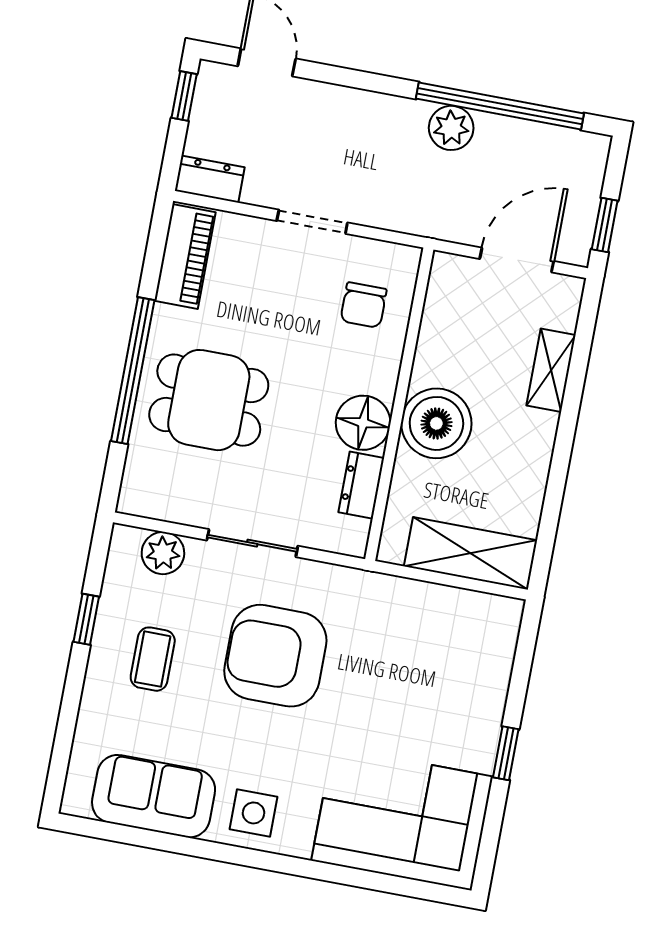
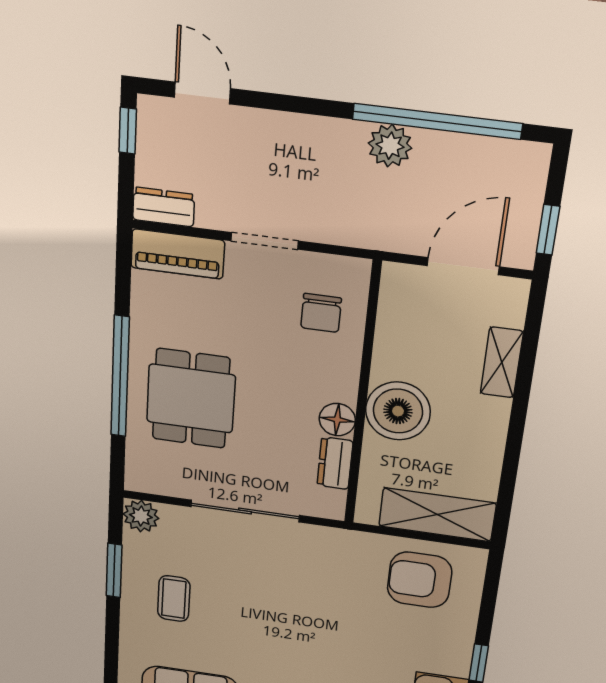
piano: (185, 256) -> (178, 254), moved, turned 90
dining table: (209, 400) -> (191, 399), turned 90
floor lamp: (363, 423) -> (337, 420), width x0.73, depth x0.73
sliding door: (252, 543) -> (245, 511), width x1.37
plant: (163, 553) -> (141, 516), moved
window: (86, 619) -> (114, 571), width x1.50
armchair: (275, 656) -> (420, 580), moved, width x0.73, depth x0.73

